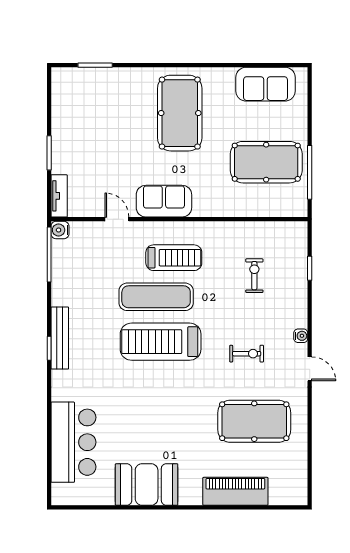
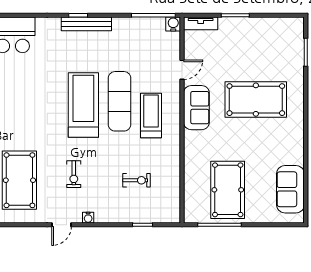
pool table: (180, 113) -> (256, 100), moved
treadmill: (174, 258) -> (151, 116), turned 180

